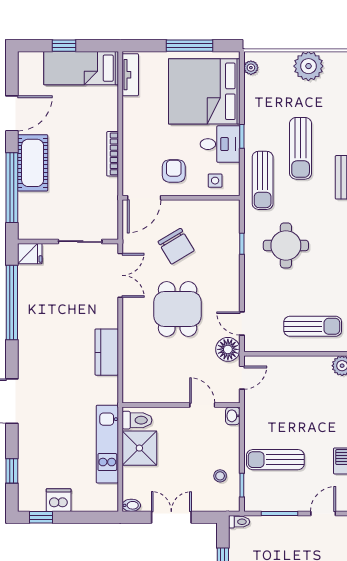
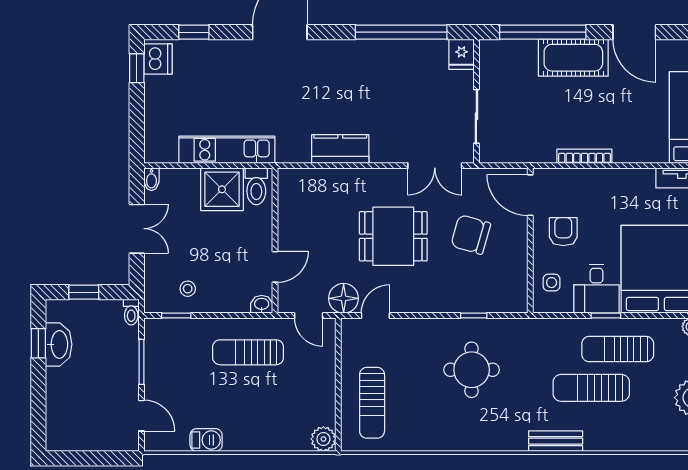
armchair: (174, 171) -> (563, 232), turned -90
sun lounger: (263, 180) -> (618, 349), moved
chair: (176, 246) -> (471, 235), turned 47
sun lounger: (275, 460) -> (248, 352), moved, turned -90
dishwasher: (59, 500) -> (158, 59), moved

